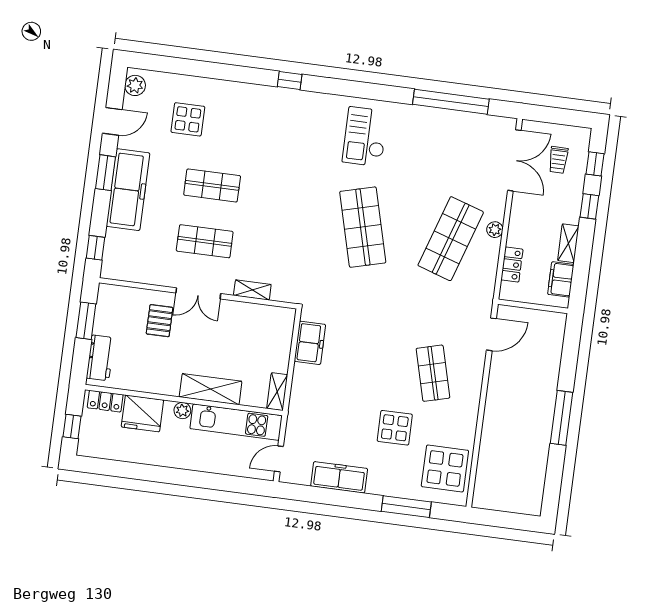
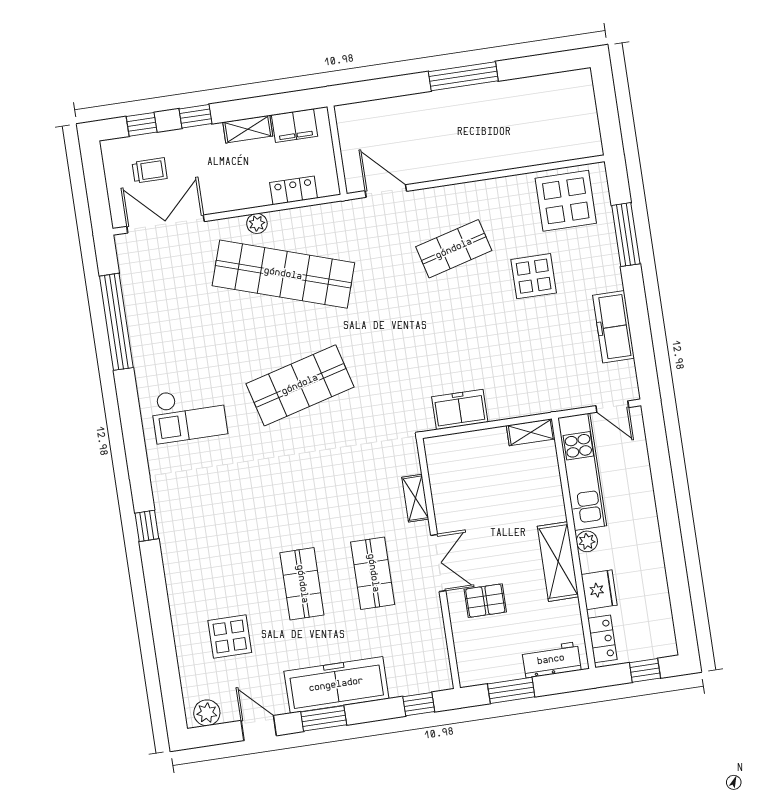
shop shelf: (451, 239) -> (283, 274), width x1.40
shelving: (211, 389) -> (558, 562), moved
fridge: (142, 413) -> (599, 590), width x0.73, depth x0.75

